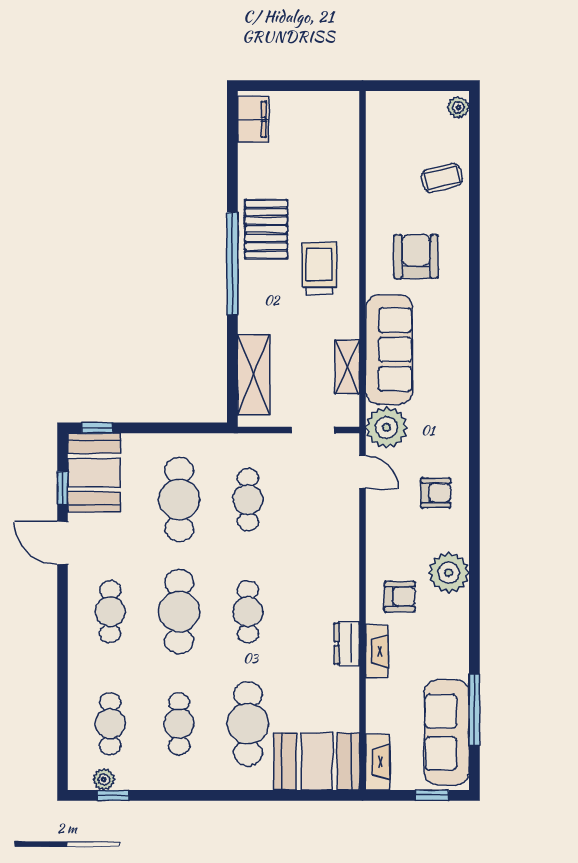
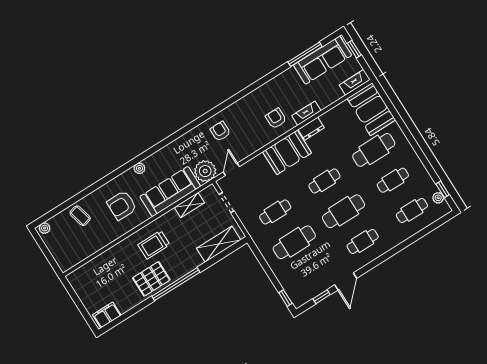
booth: (94, 473) -> (287, 152), moved
plant: (449, 573) -> (139, 168), moved, width x0.53, depth x0.53

